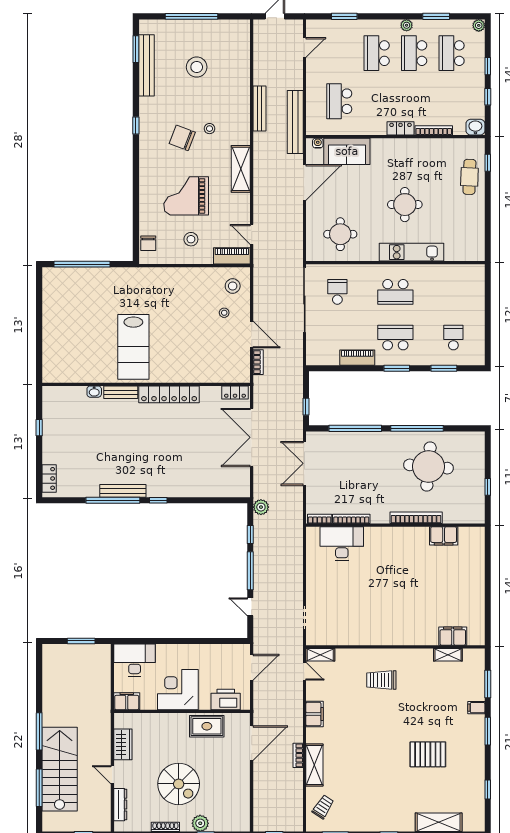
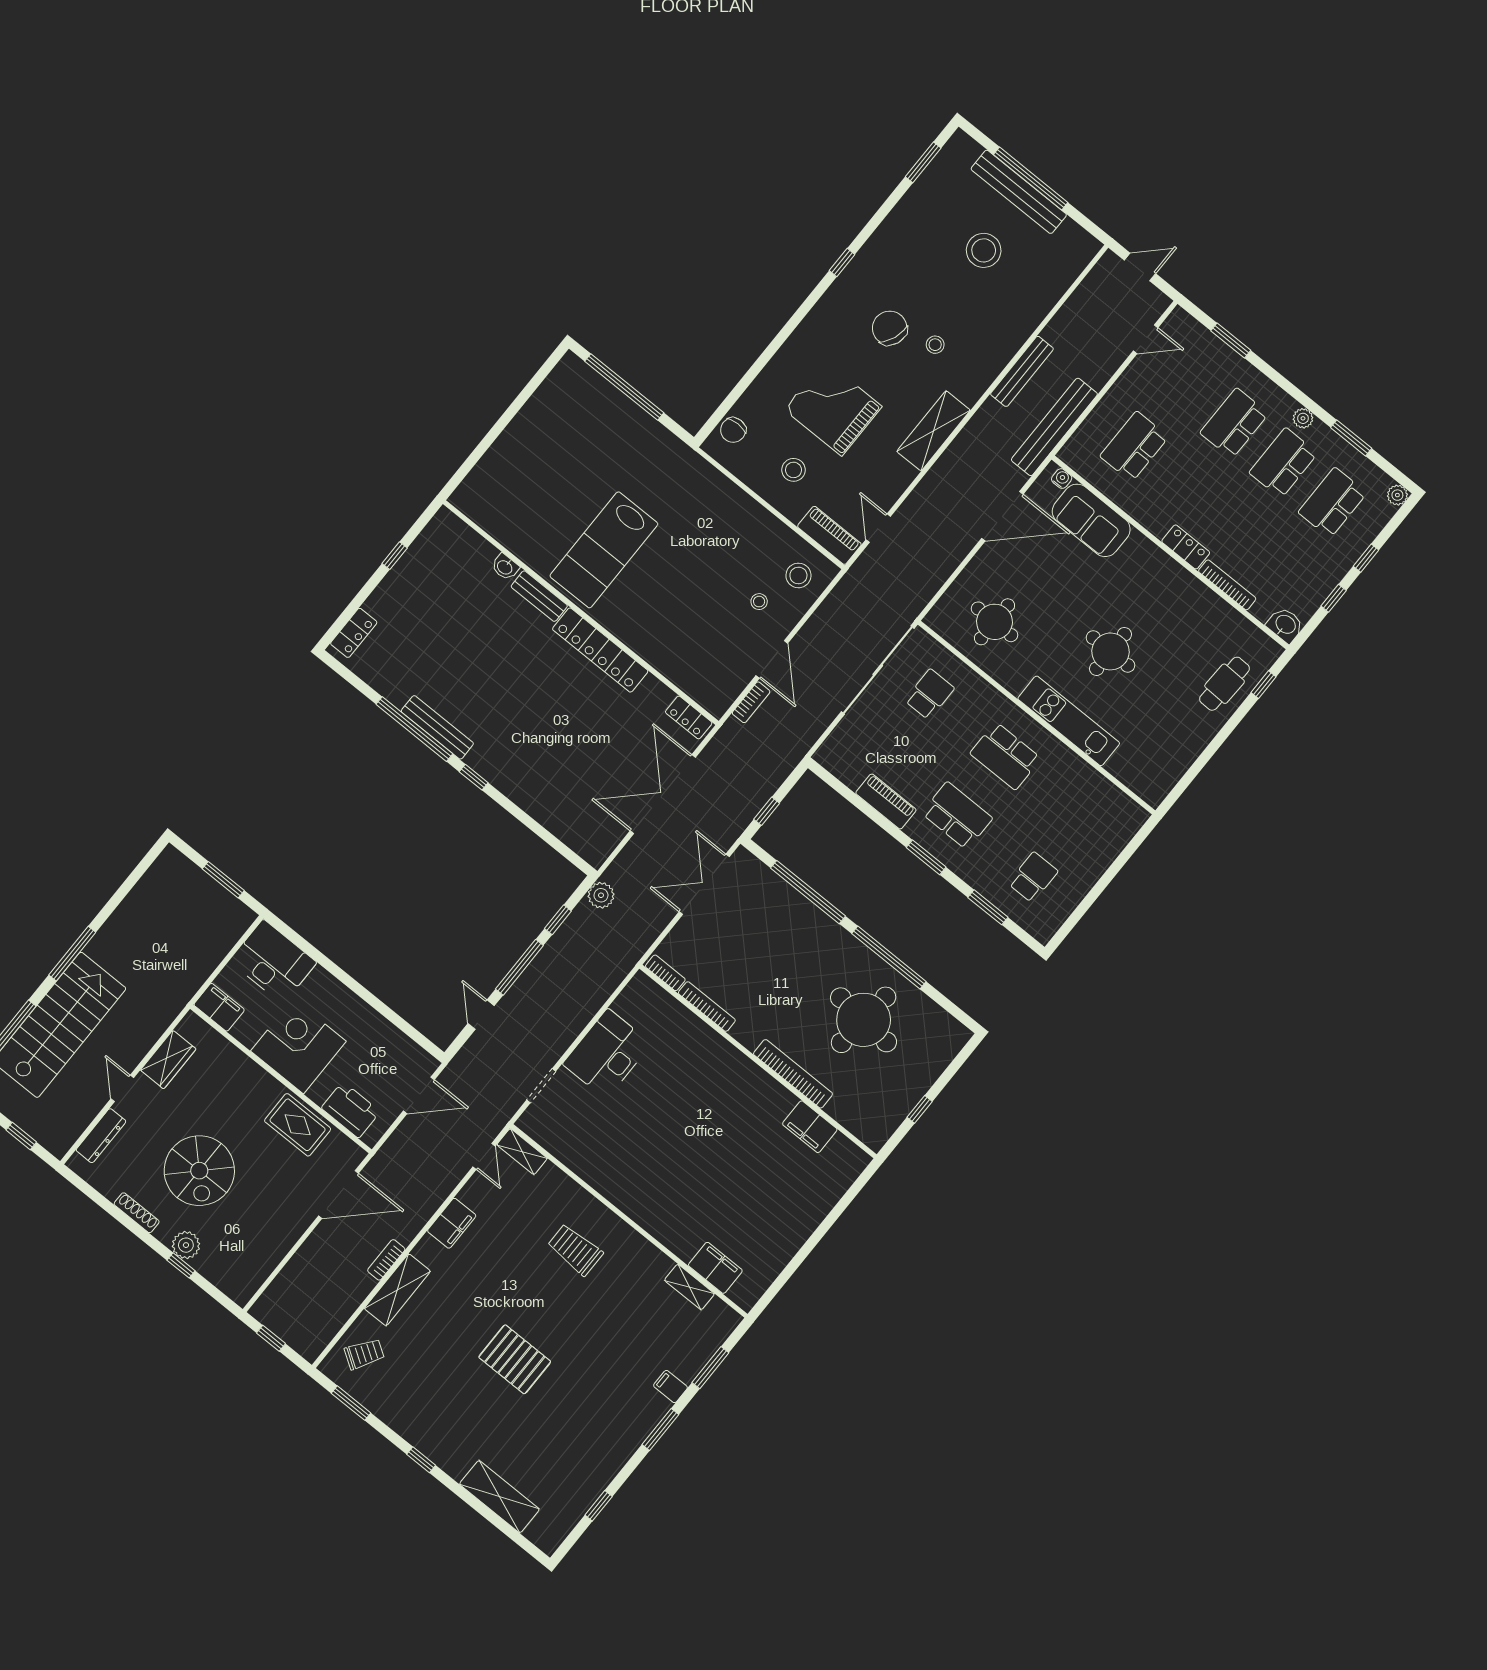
bench: (146, 65) -> (1019, 192), moved, turned 90
desk: (342, 544) -> (607, 1054), moved, turned -90
pallet: (428, 754) -> (515, 1359), moved

